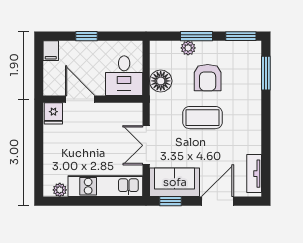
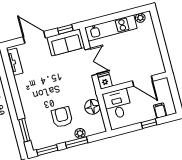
filing cabinet: (51, 51) -> (160, 111), moved
fridge: (53, 113) -> (105, 81), moved
coffee table: (203, 118) -> (59, 90), removed
door: (217, 201) -> (34, 37), swing flipped

